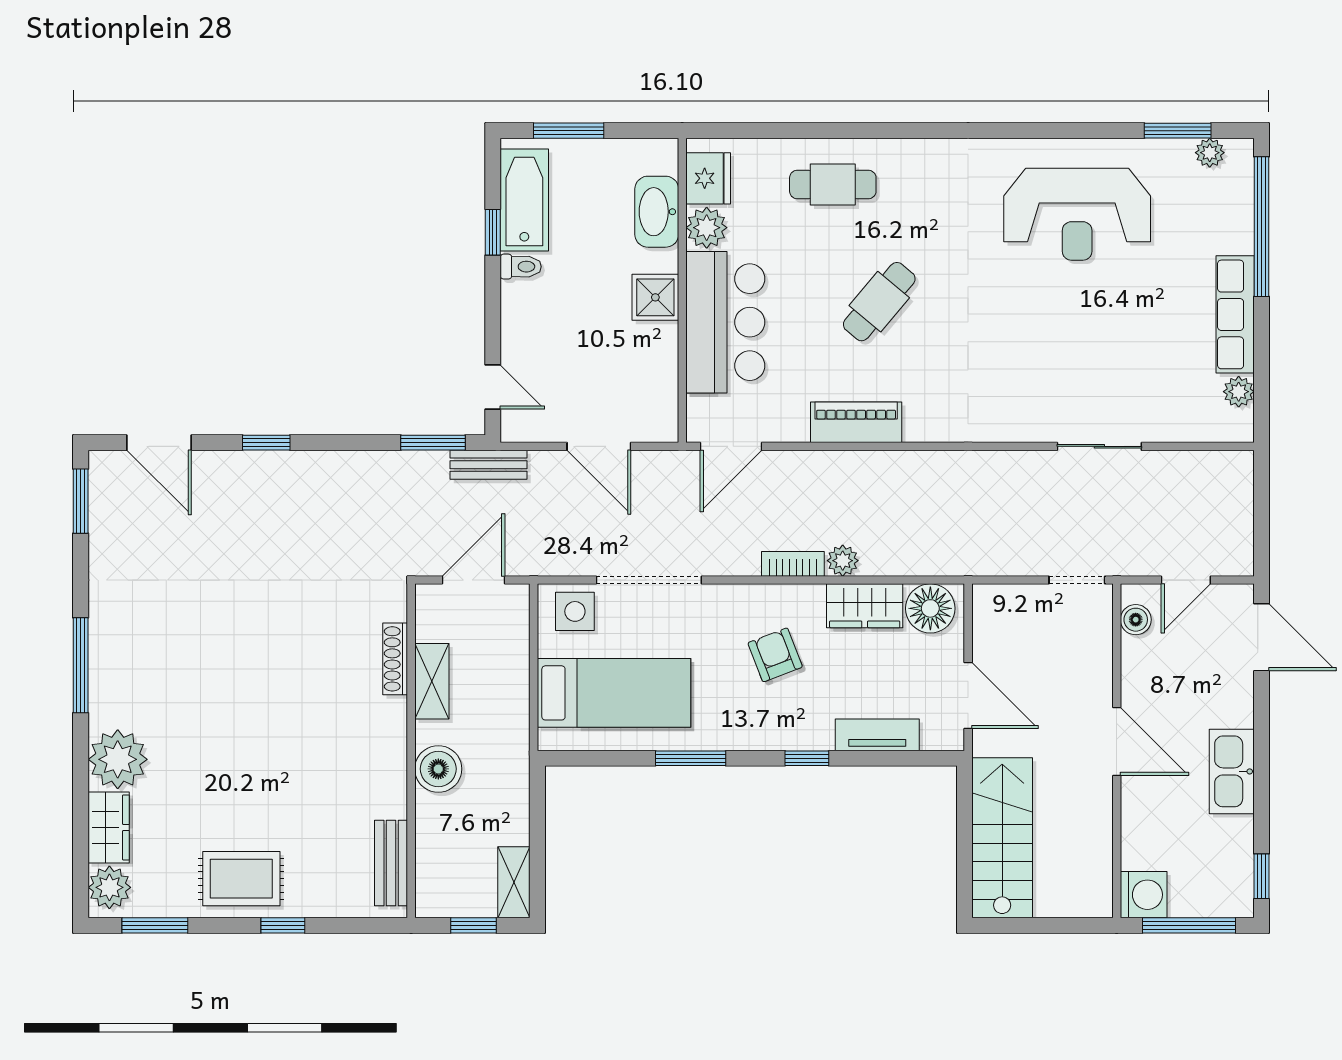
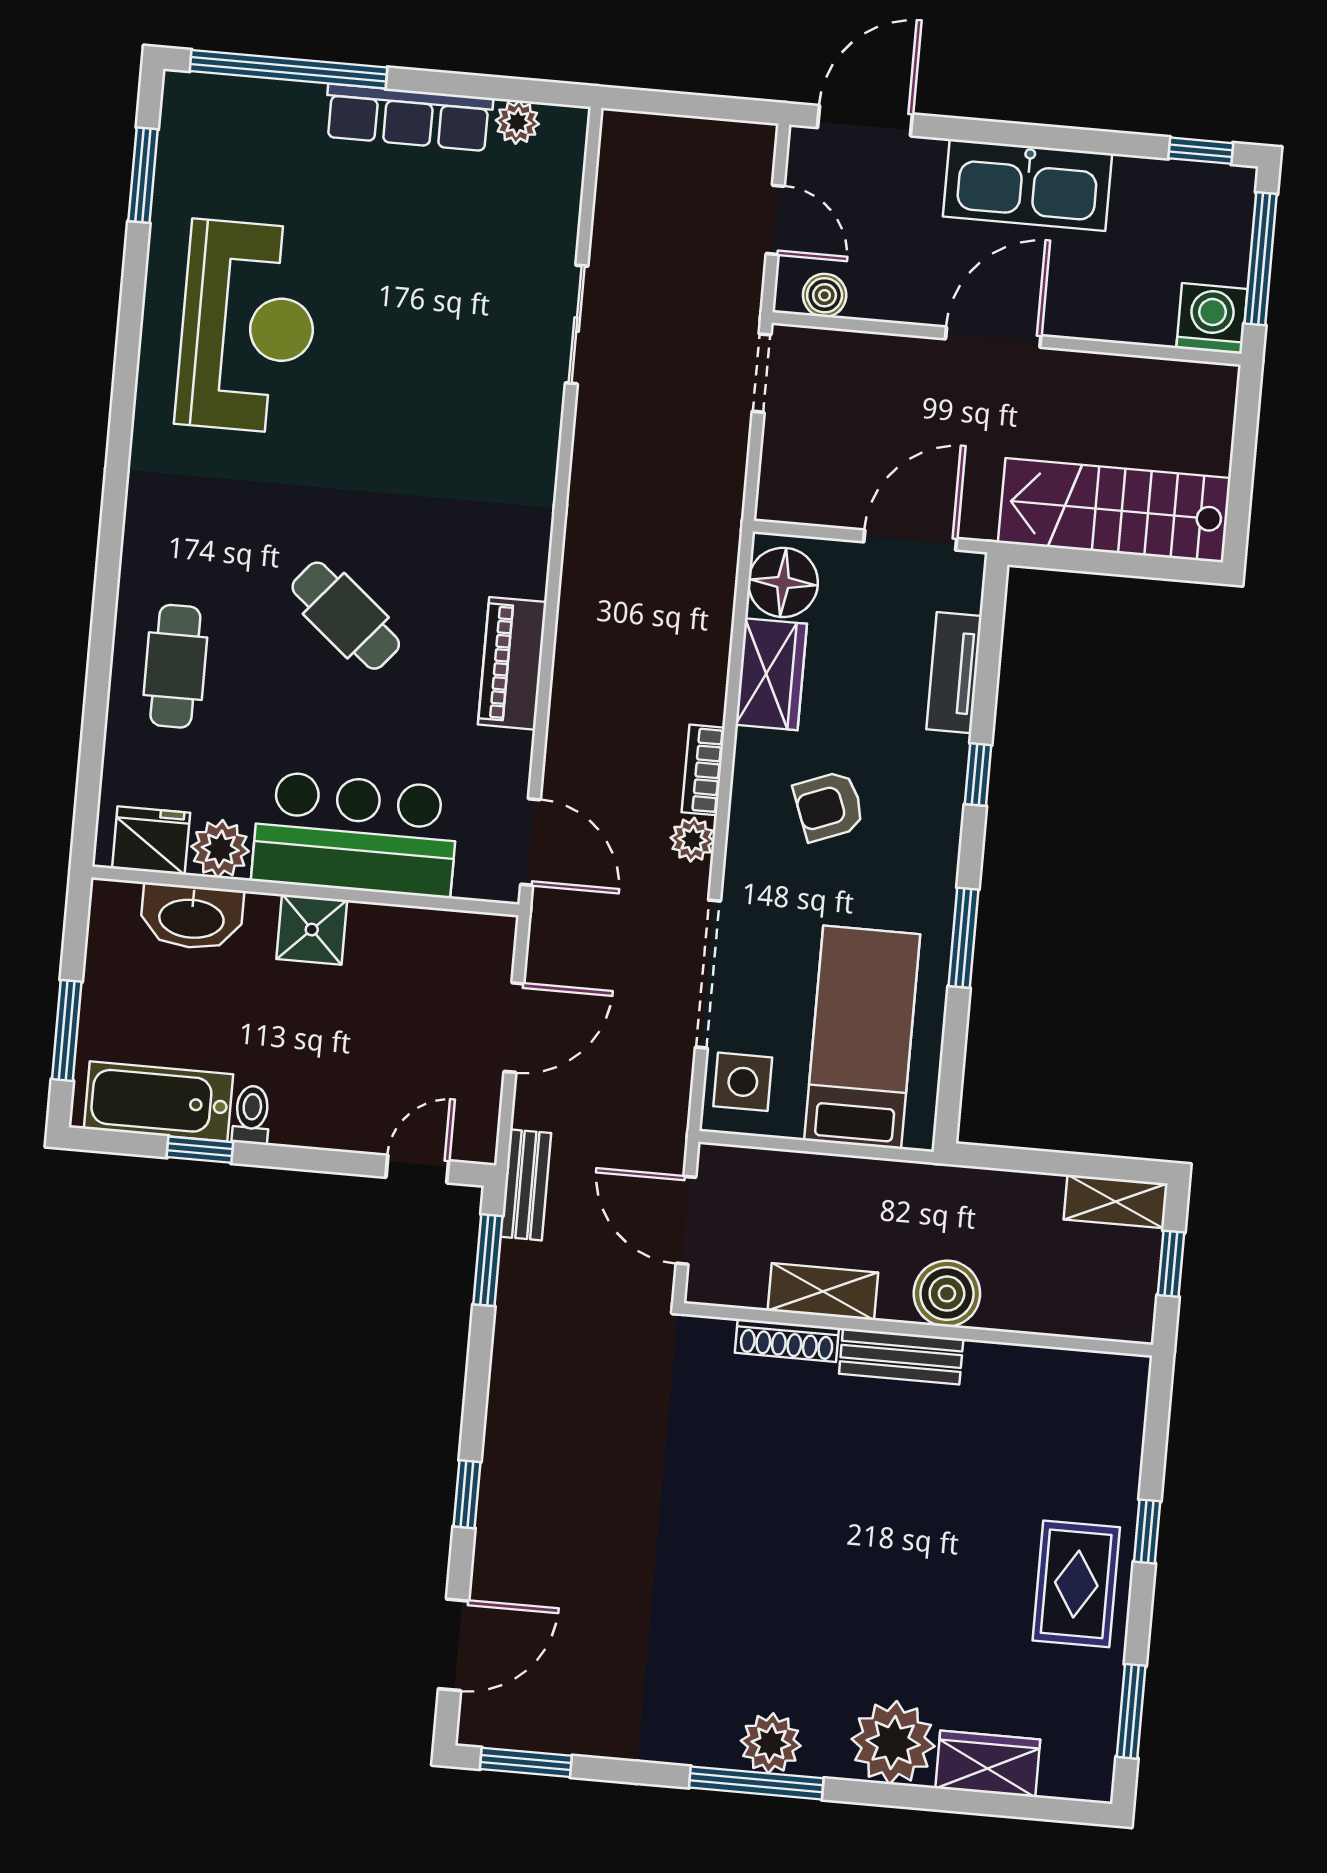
plant: (1210, 153) -> (178, 133), removed
plant: (843, 561) -> (692, 840), moved
kitchen sink: (1232, 771) -> (1027, 185), width x1.36, depth x1.24
bench: (391, 863) -> (901, 1356), moved
plant: (109, 887) -> (771, 1743), moved

